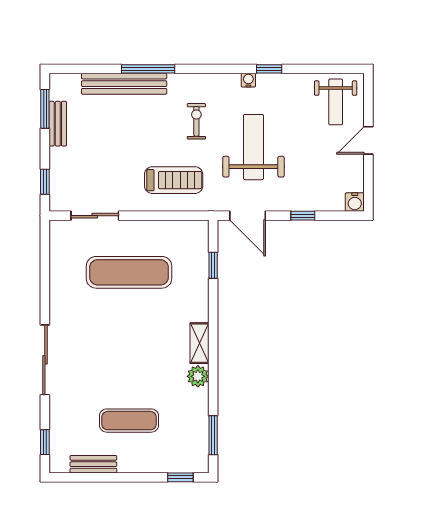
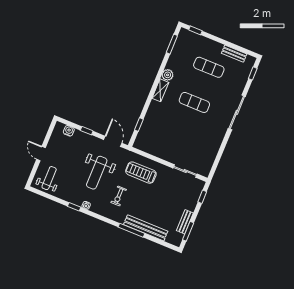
door: (368, 140) -> (41, 153), swing flipped
water cooler: (355, 202) -> (69, 131), moved
exercise mat: (129, 272) -> (194, 102), moved, width x0.73, depth x0.69

